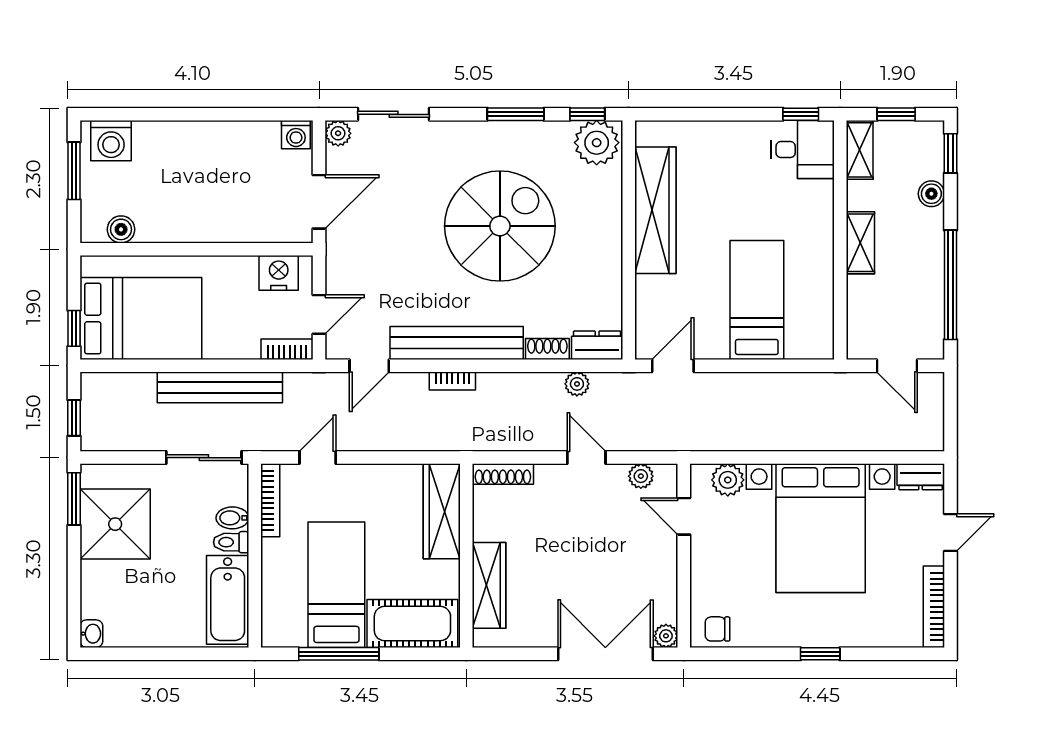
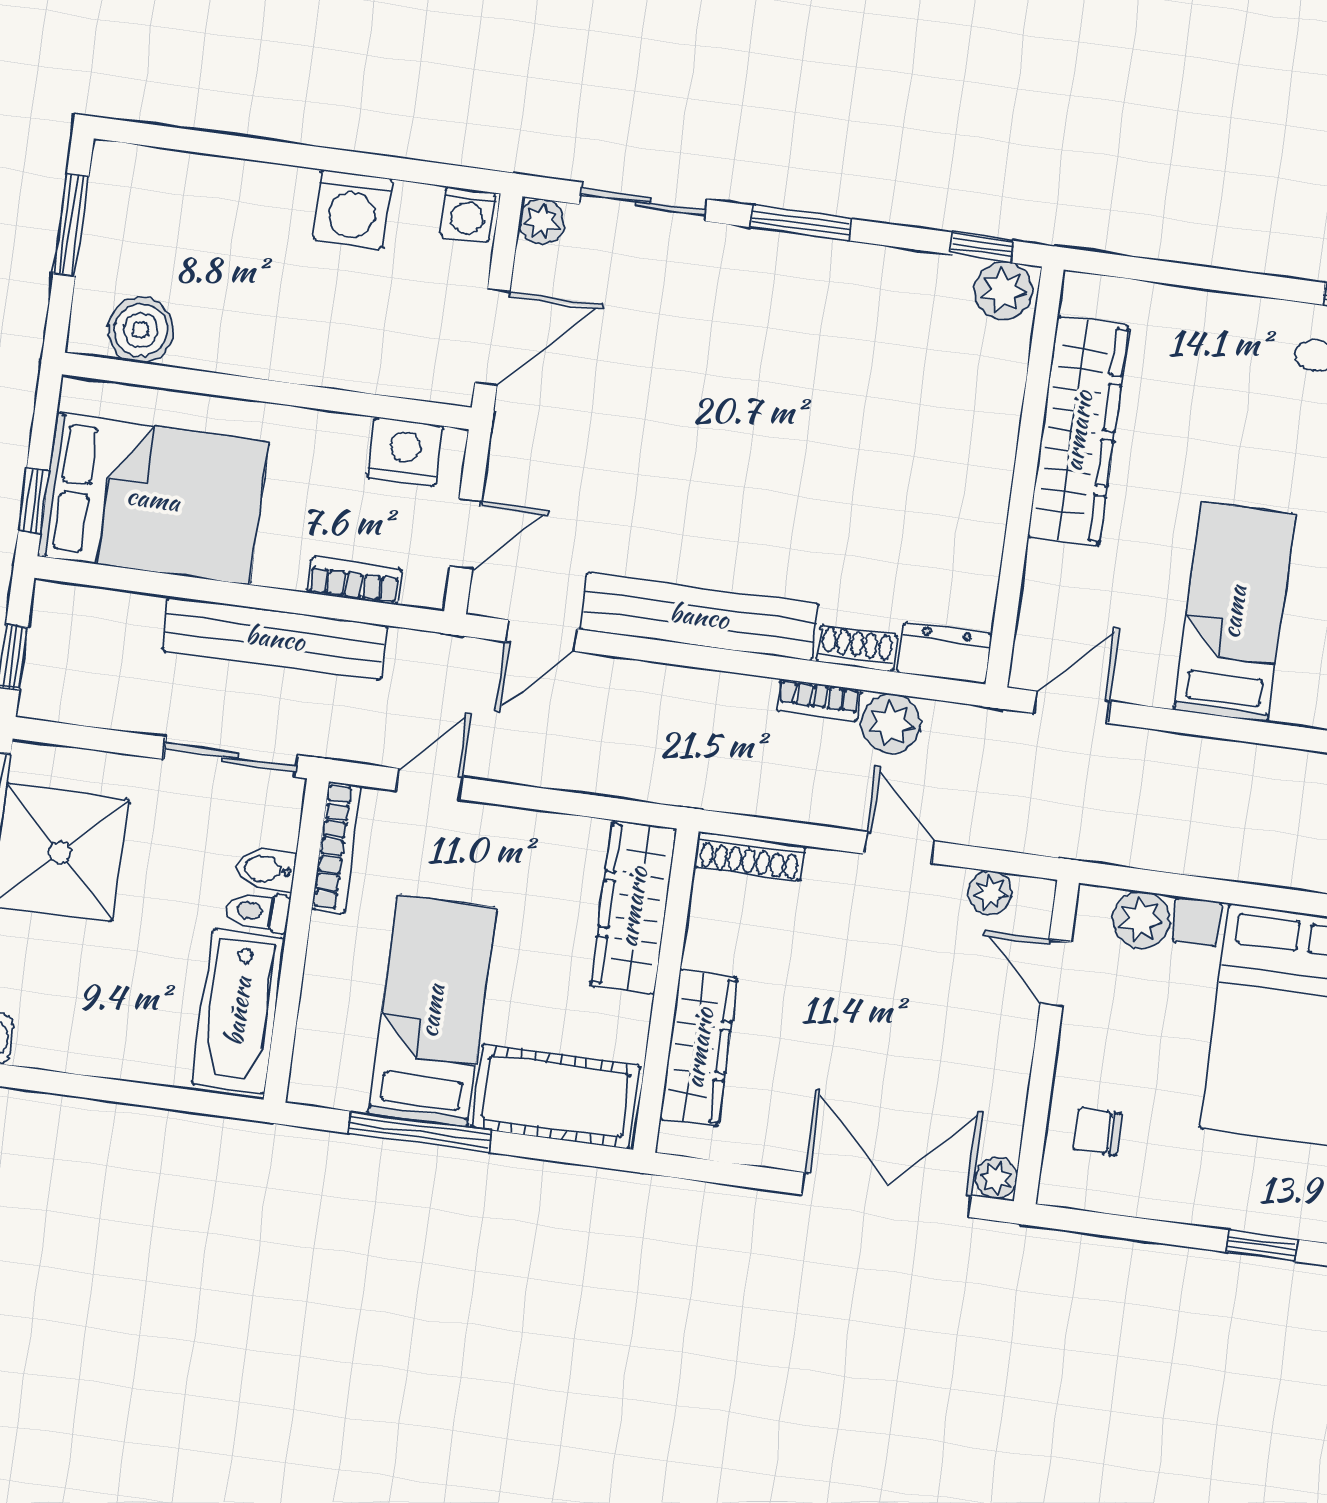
window: (516, 114) -> (801, 223), moved
washing machine: (111, 141) -> (352, 209), moved
plant: (597, 143) -> (1003, 290), width x0.73, depth x0.73
spiral stairs: (500, 226) -> (803, 422), removed
boiler: (121, 229) -> (141, 330), width x1.36, depth x1.36
bookcase: (287, 349) -> (354, 581), moved
bookcase: (452, 381) -> (819, 700), moved
plant: (577, 384) -> (891, 723), width x1.38, depth x1.38
chair: (717, 629) -> (1097, 1131), moved

